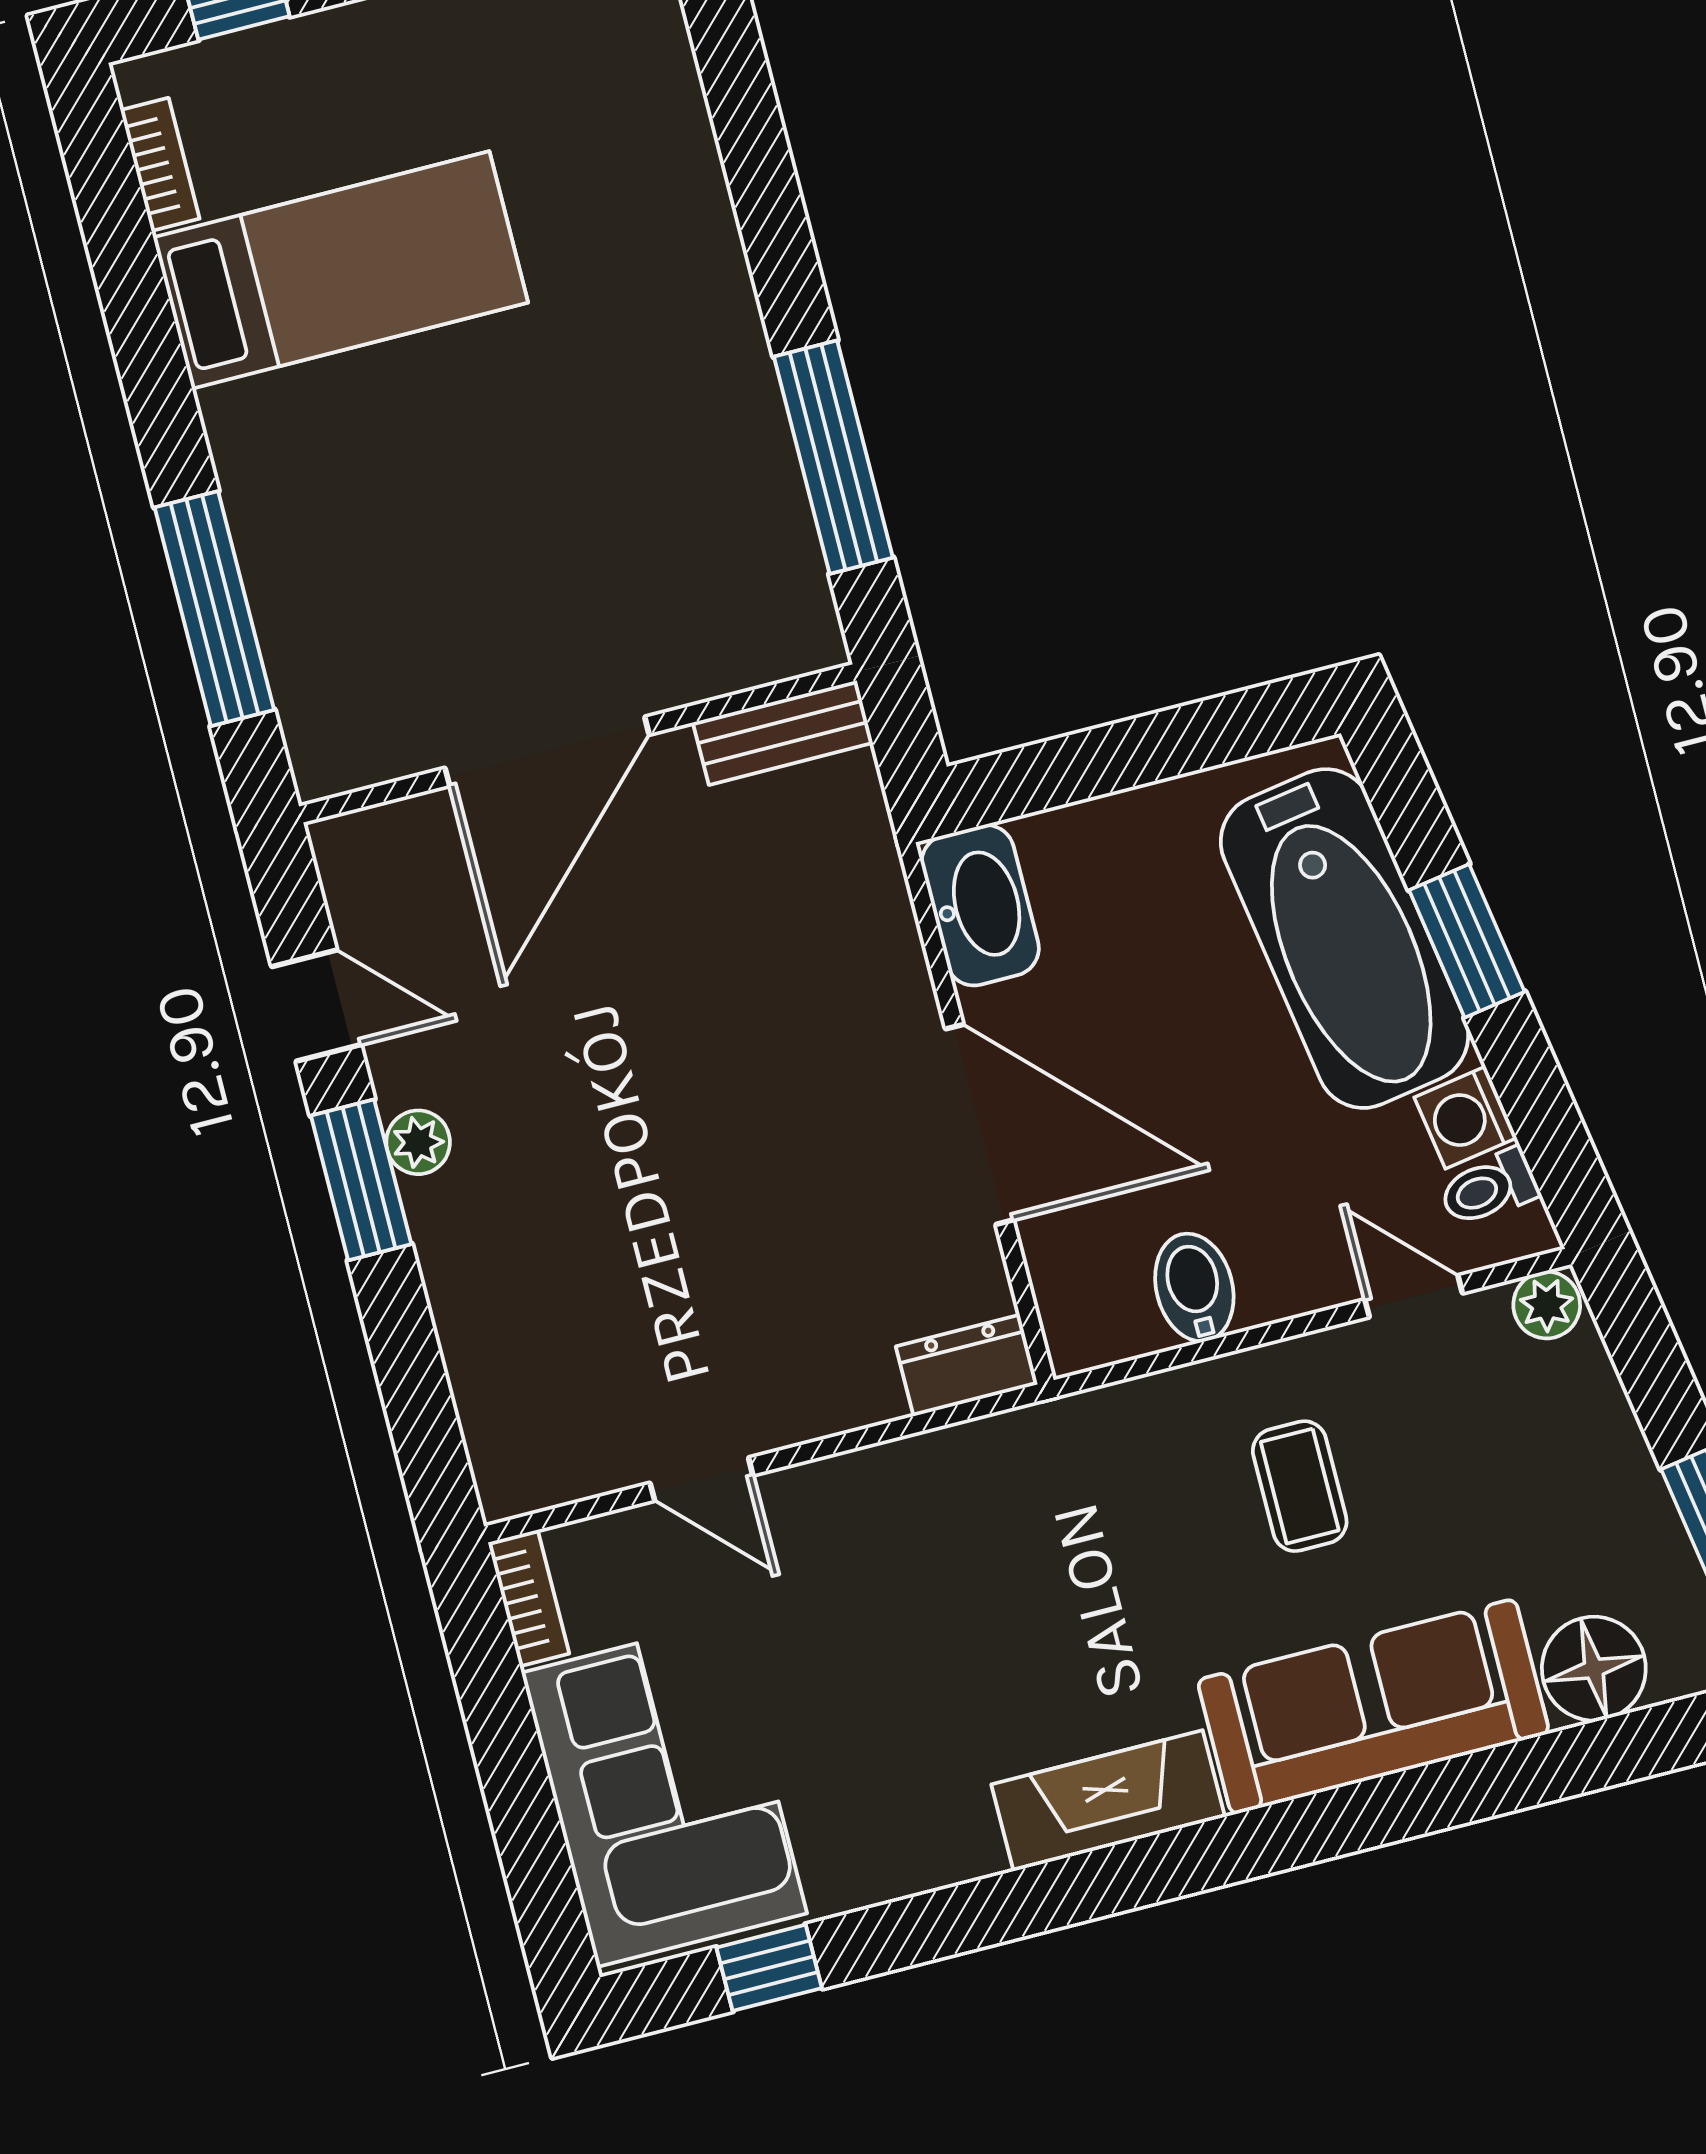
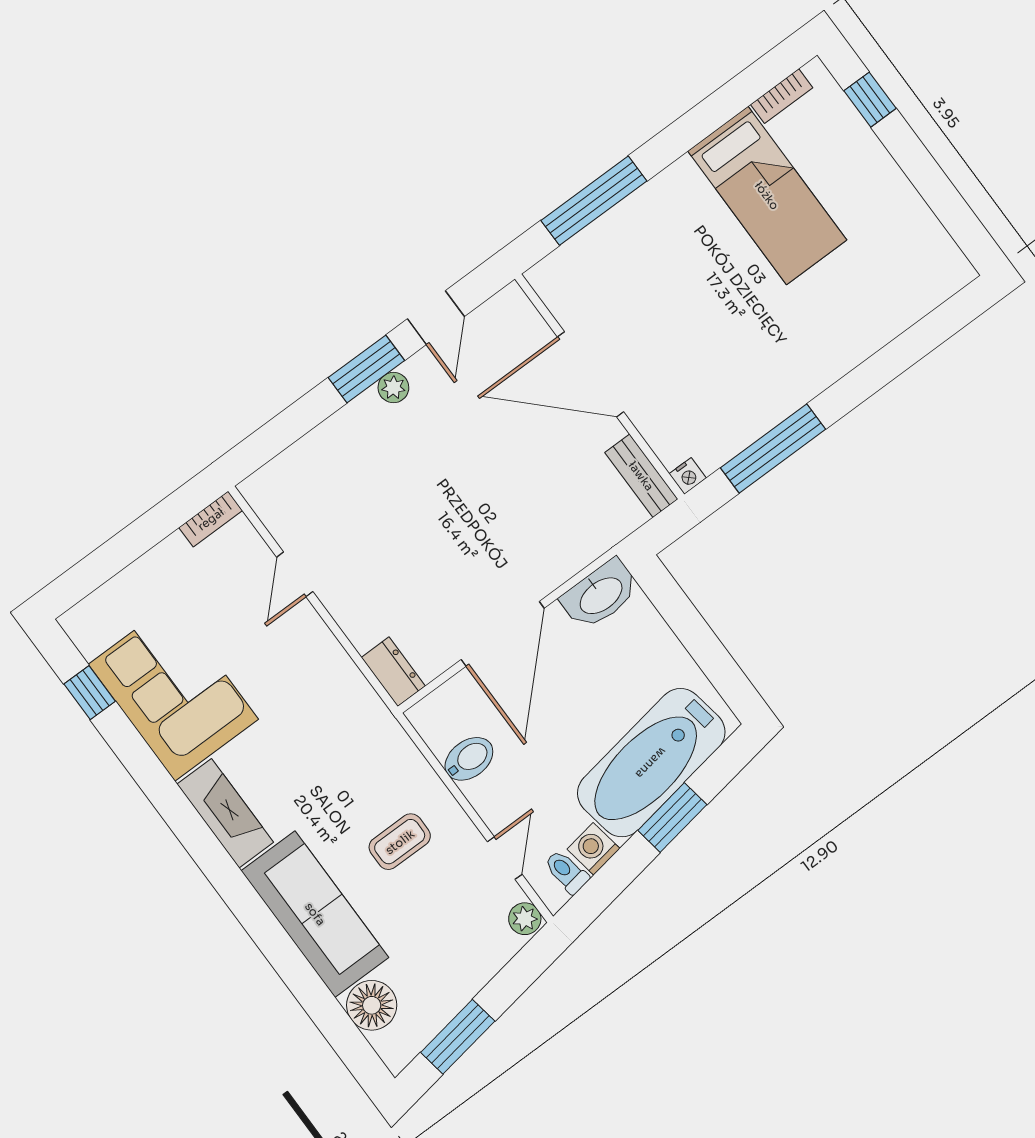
nightstand: (819, 643) -> (688, 476), added
corner sofa: (664, 1793) -> (173, 692), moved, turned -90

